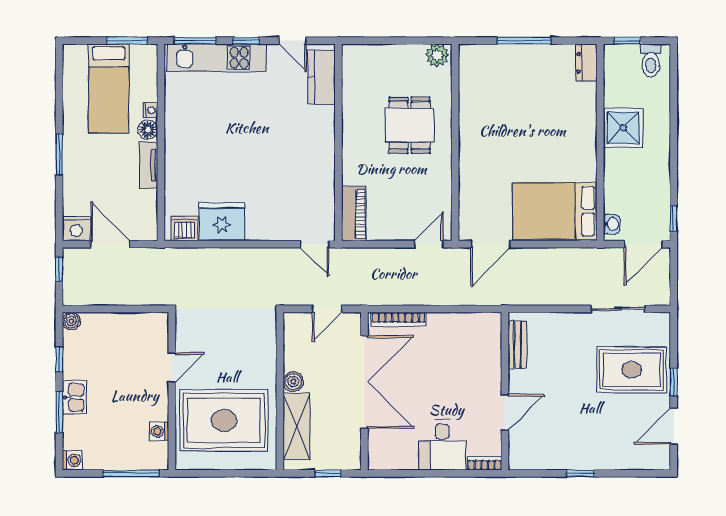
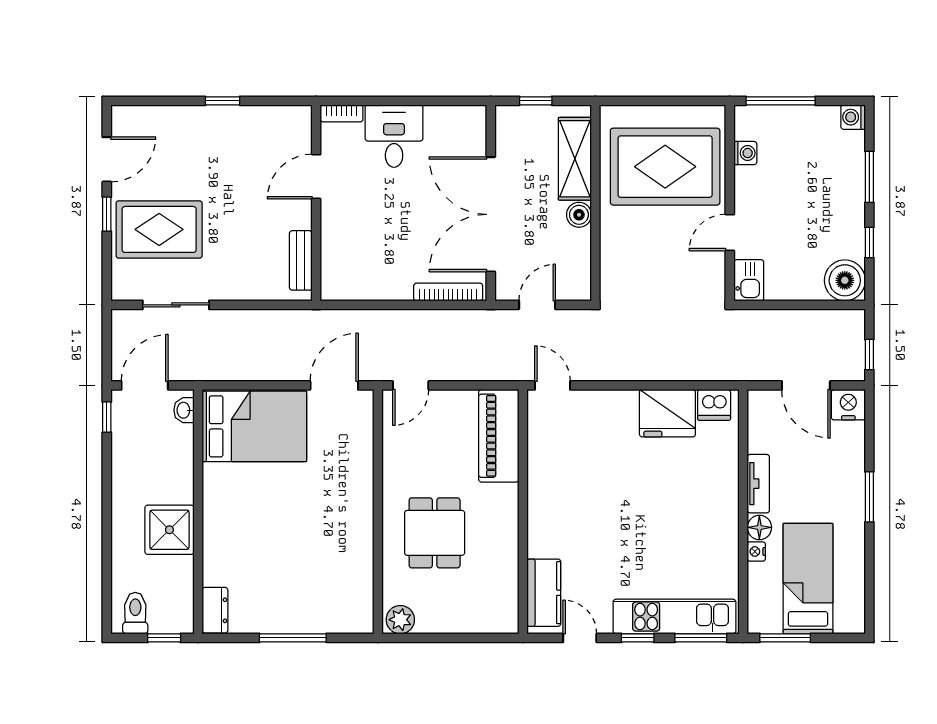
piano: (354, 213) -> (499, 436), width x1.37, depth x1.33
boiler: (71, 321) -> (845, 280), width x1.86, depth x1.86
kitchen sink: (75, 397) -> (749, 280), moved, turned 180

